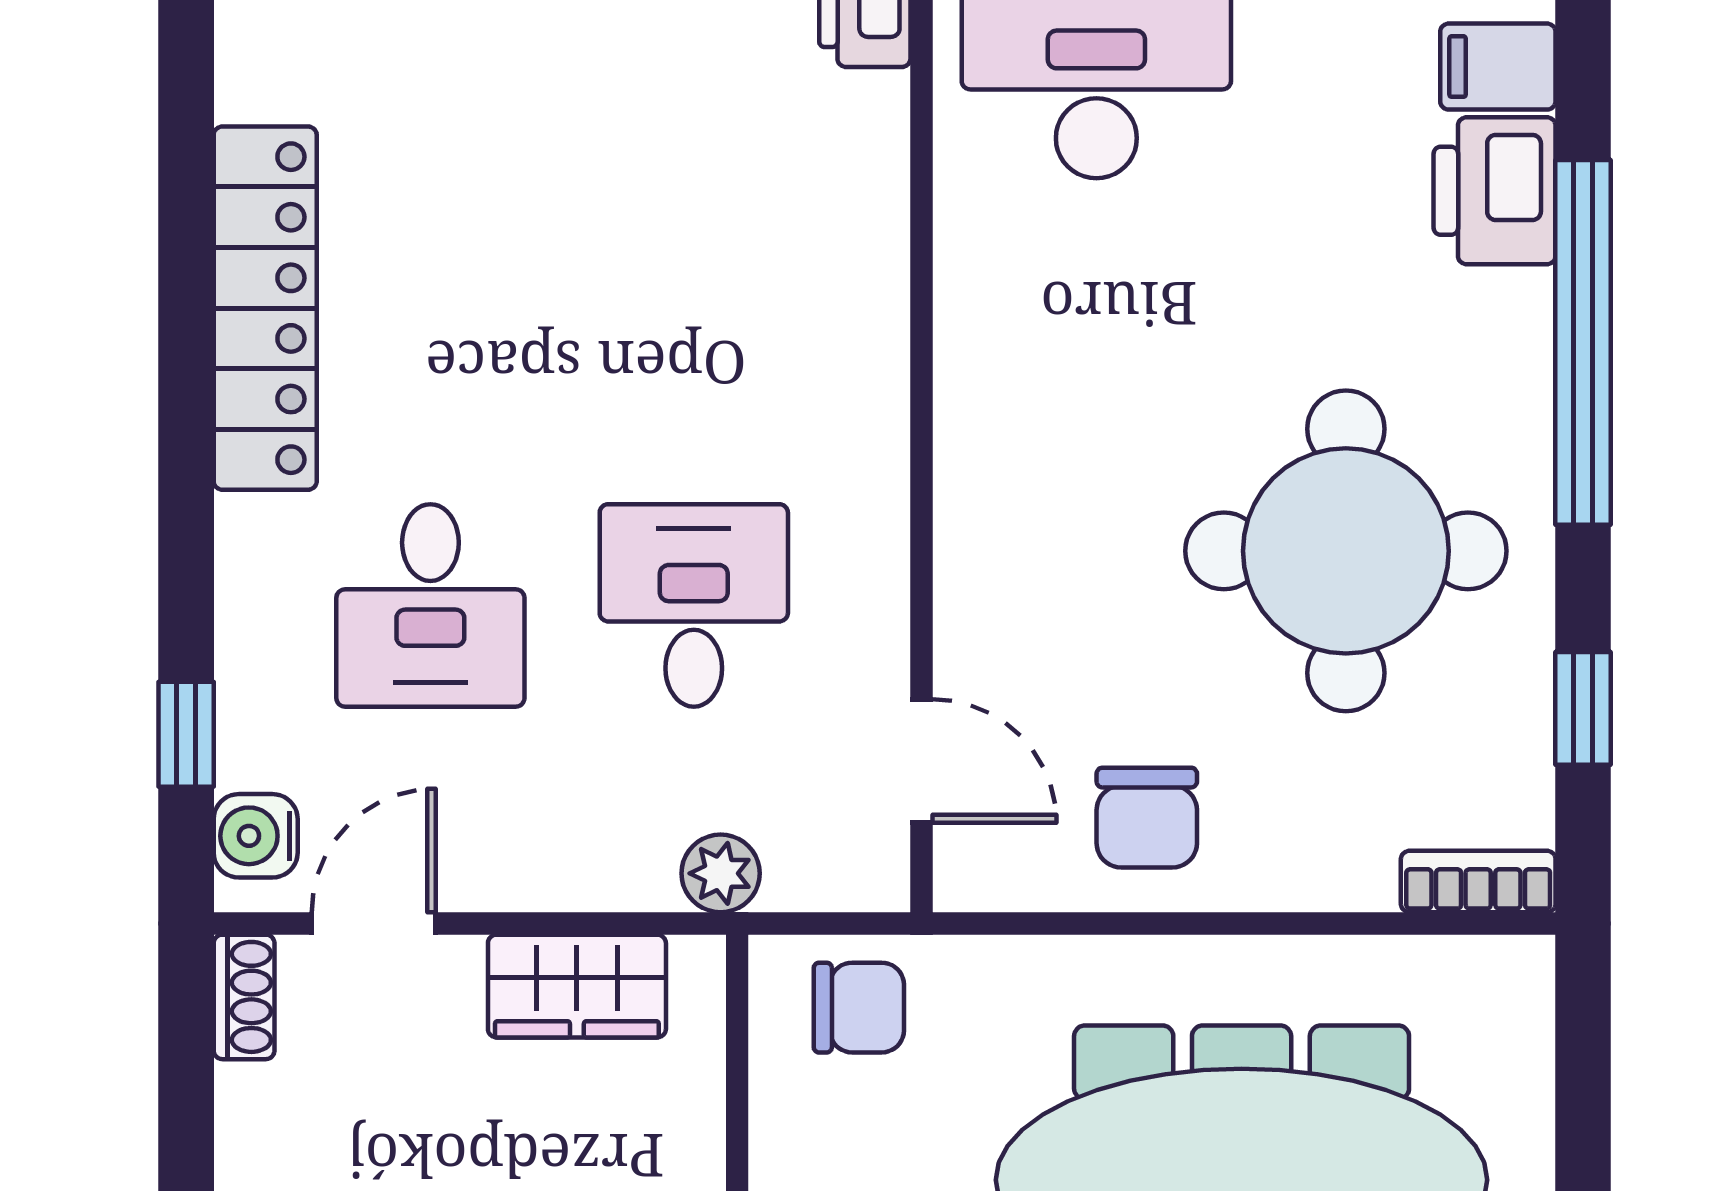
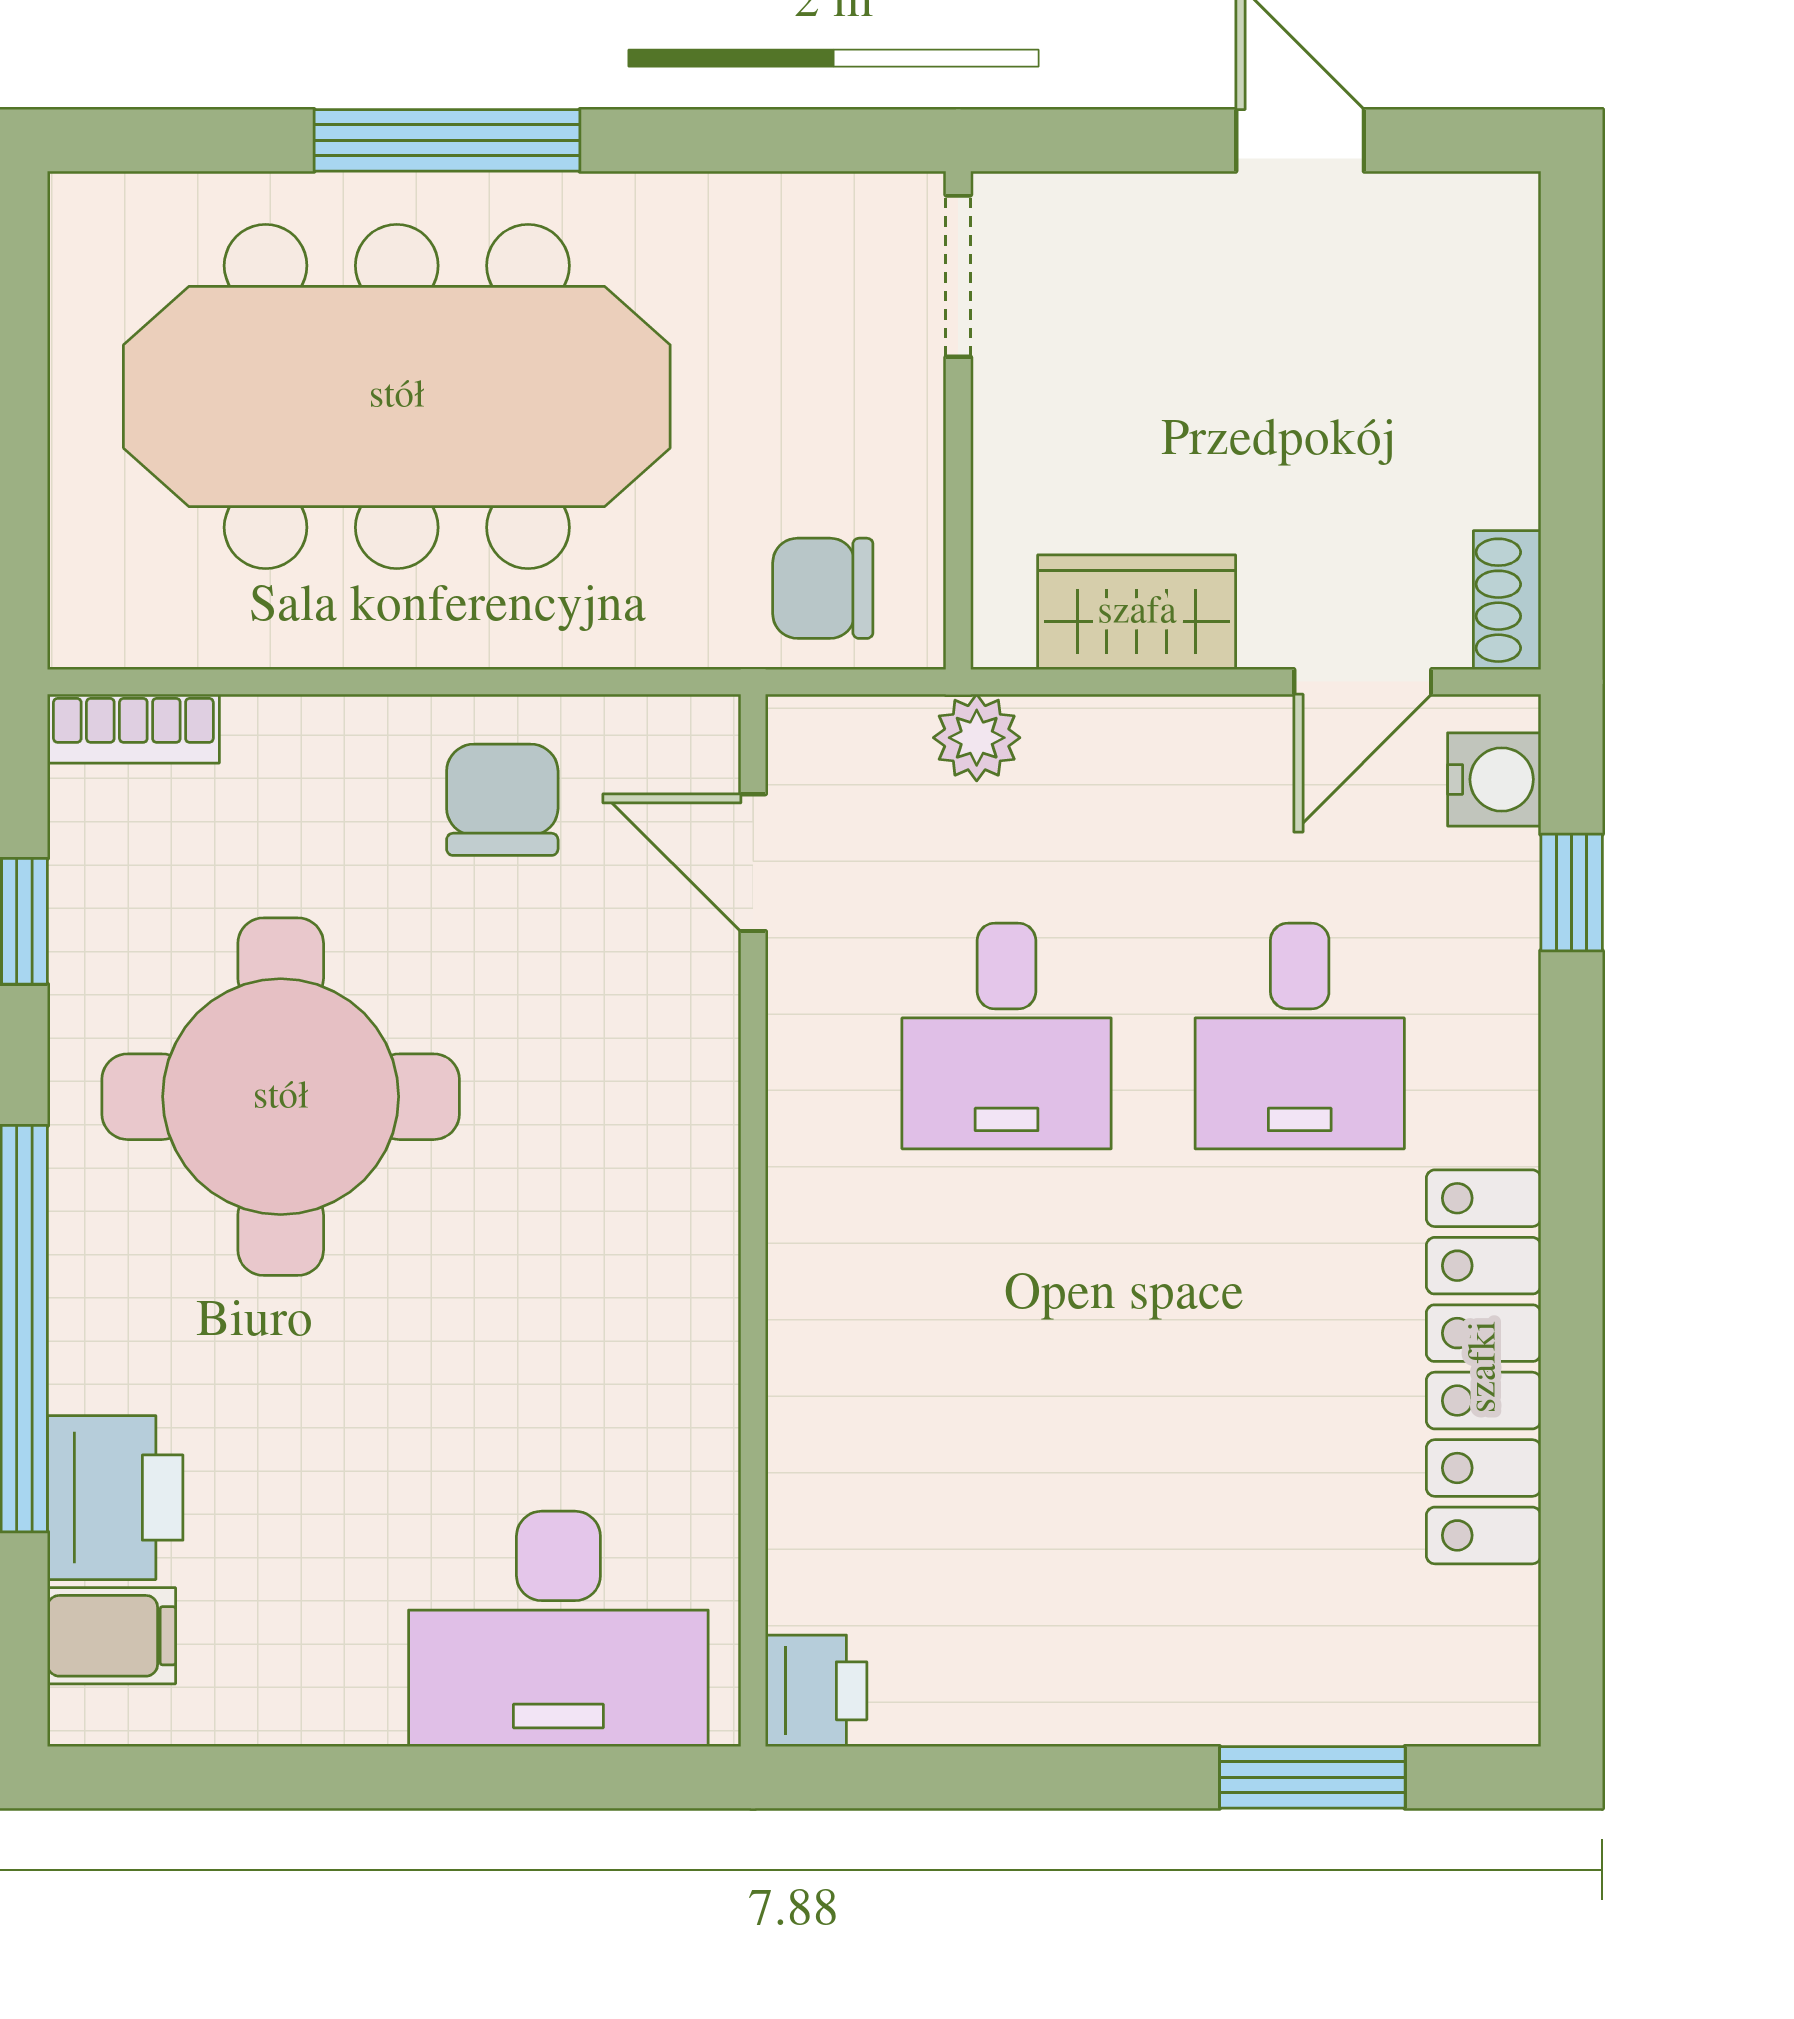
desk: (430, 605) -> (1300, 1036), turned 180

